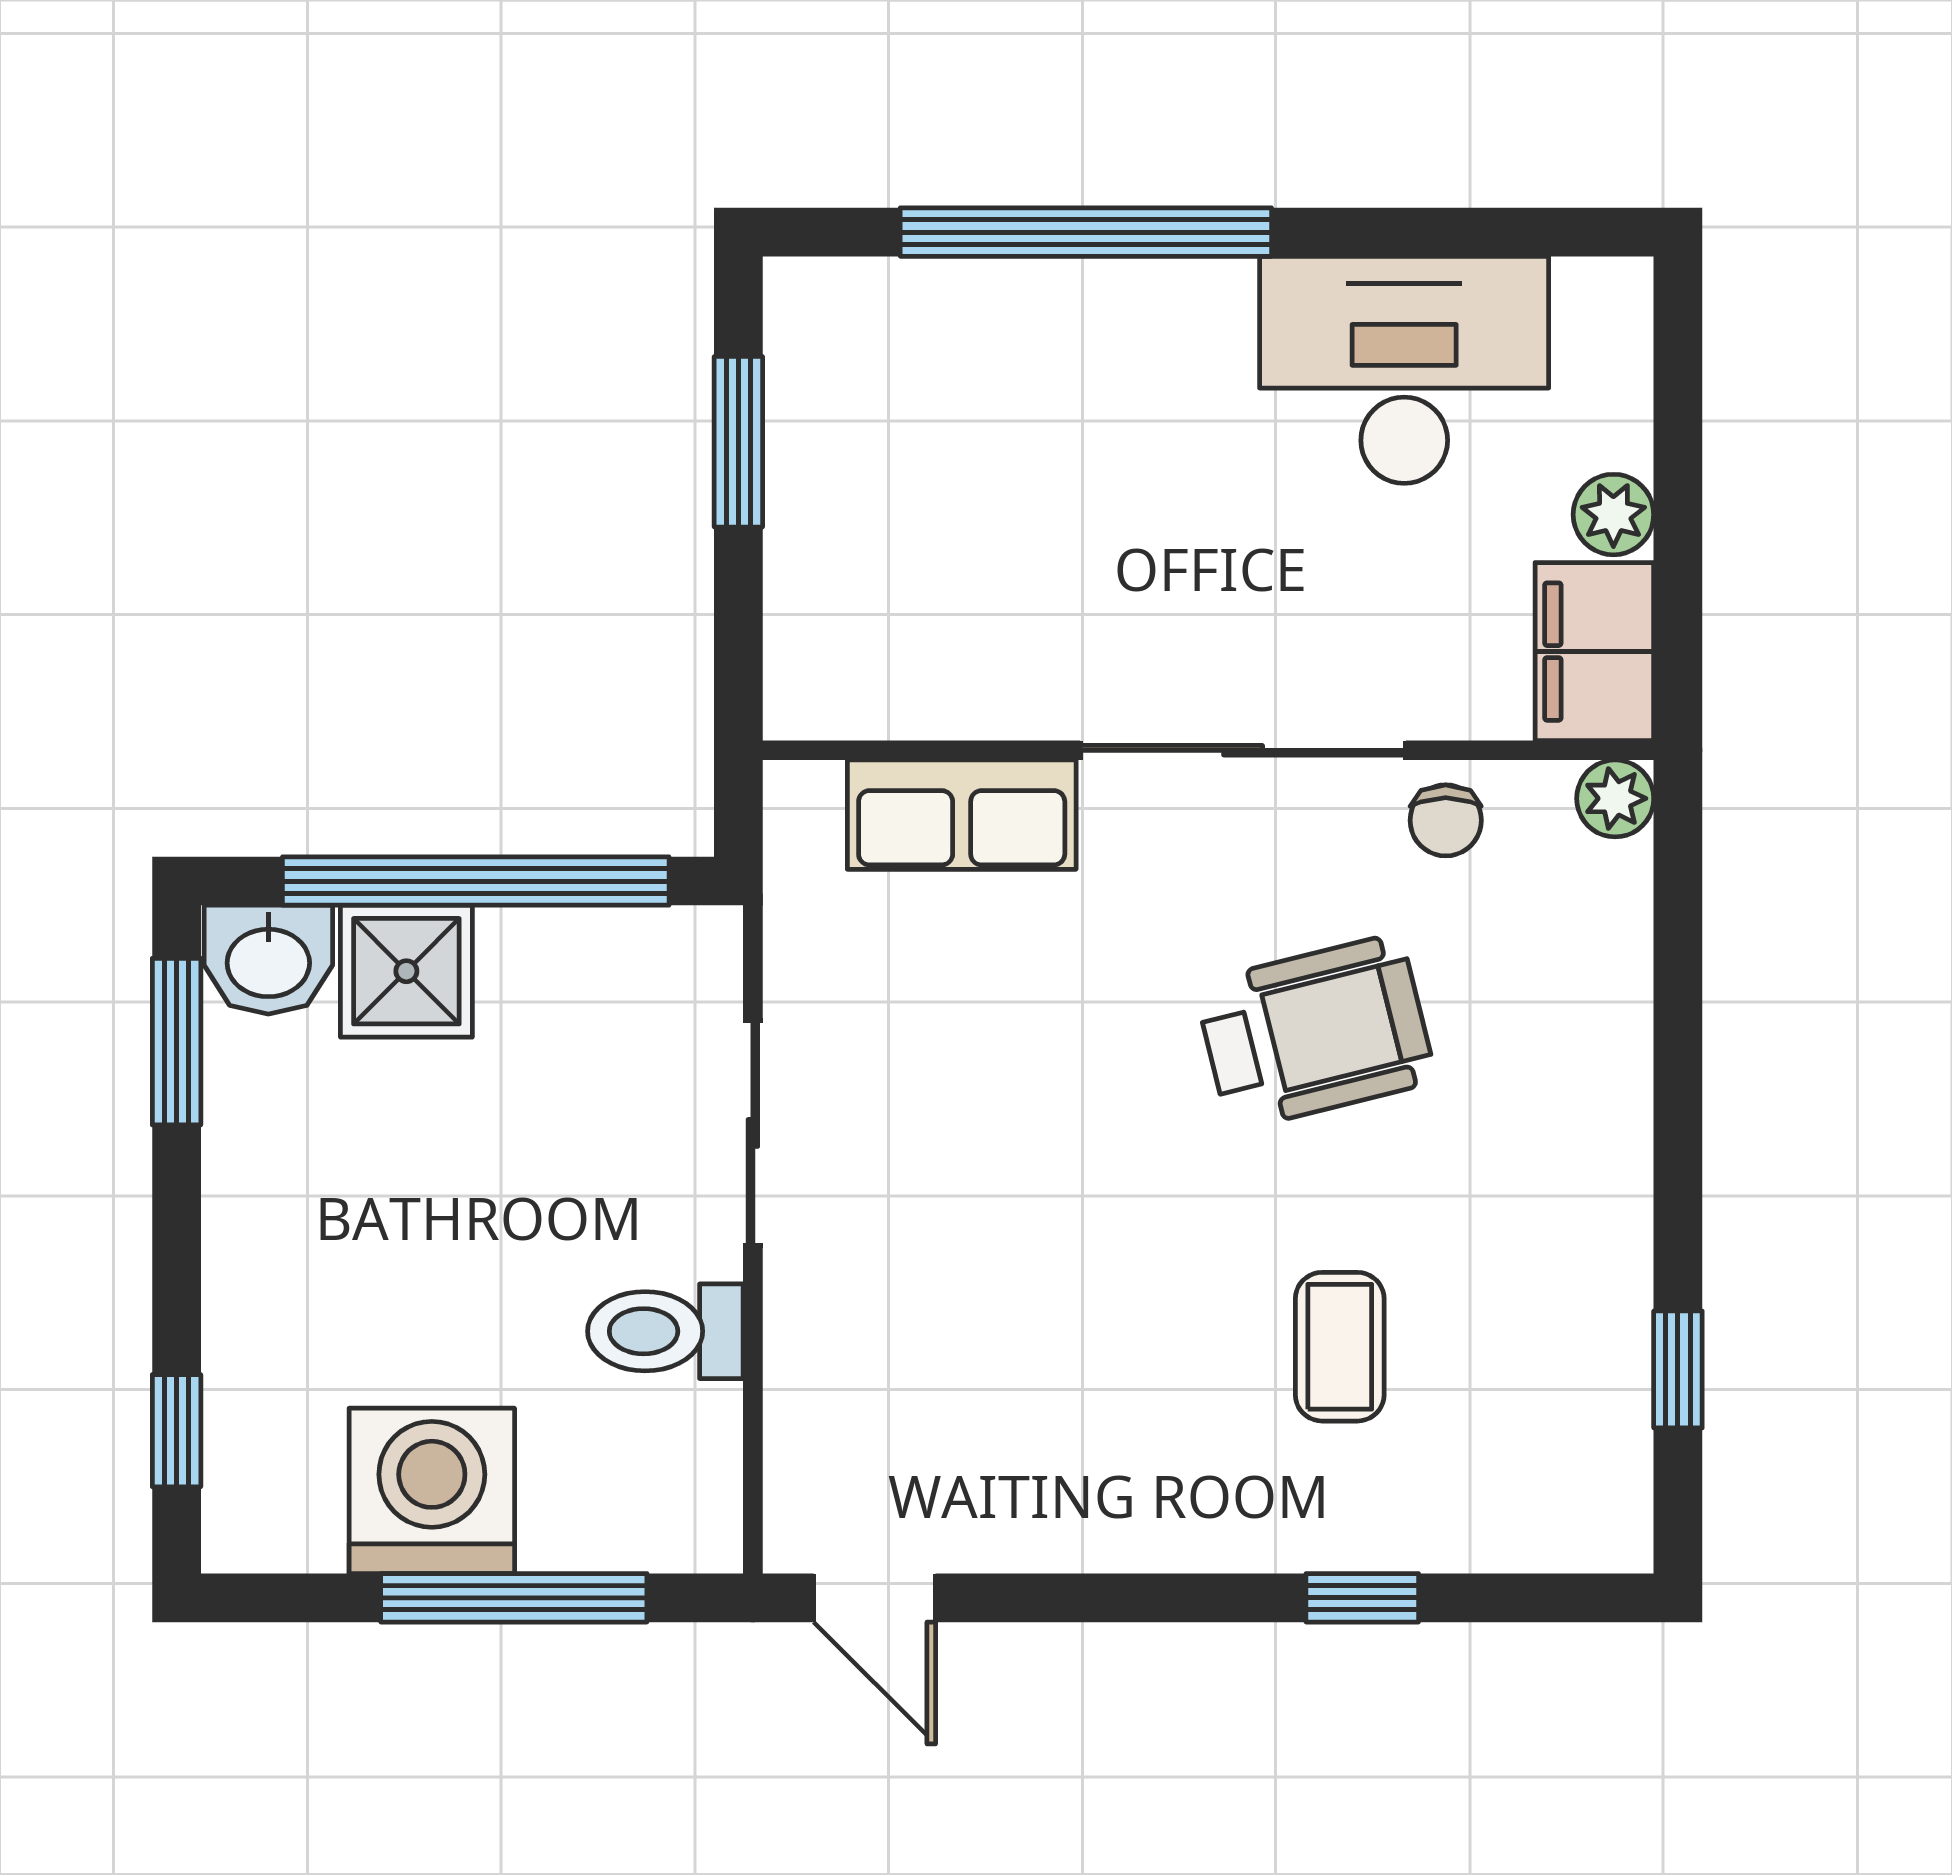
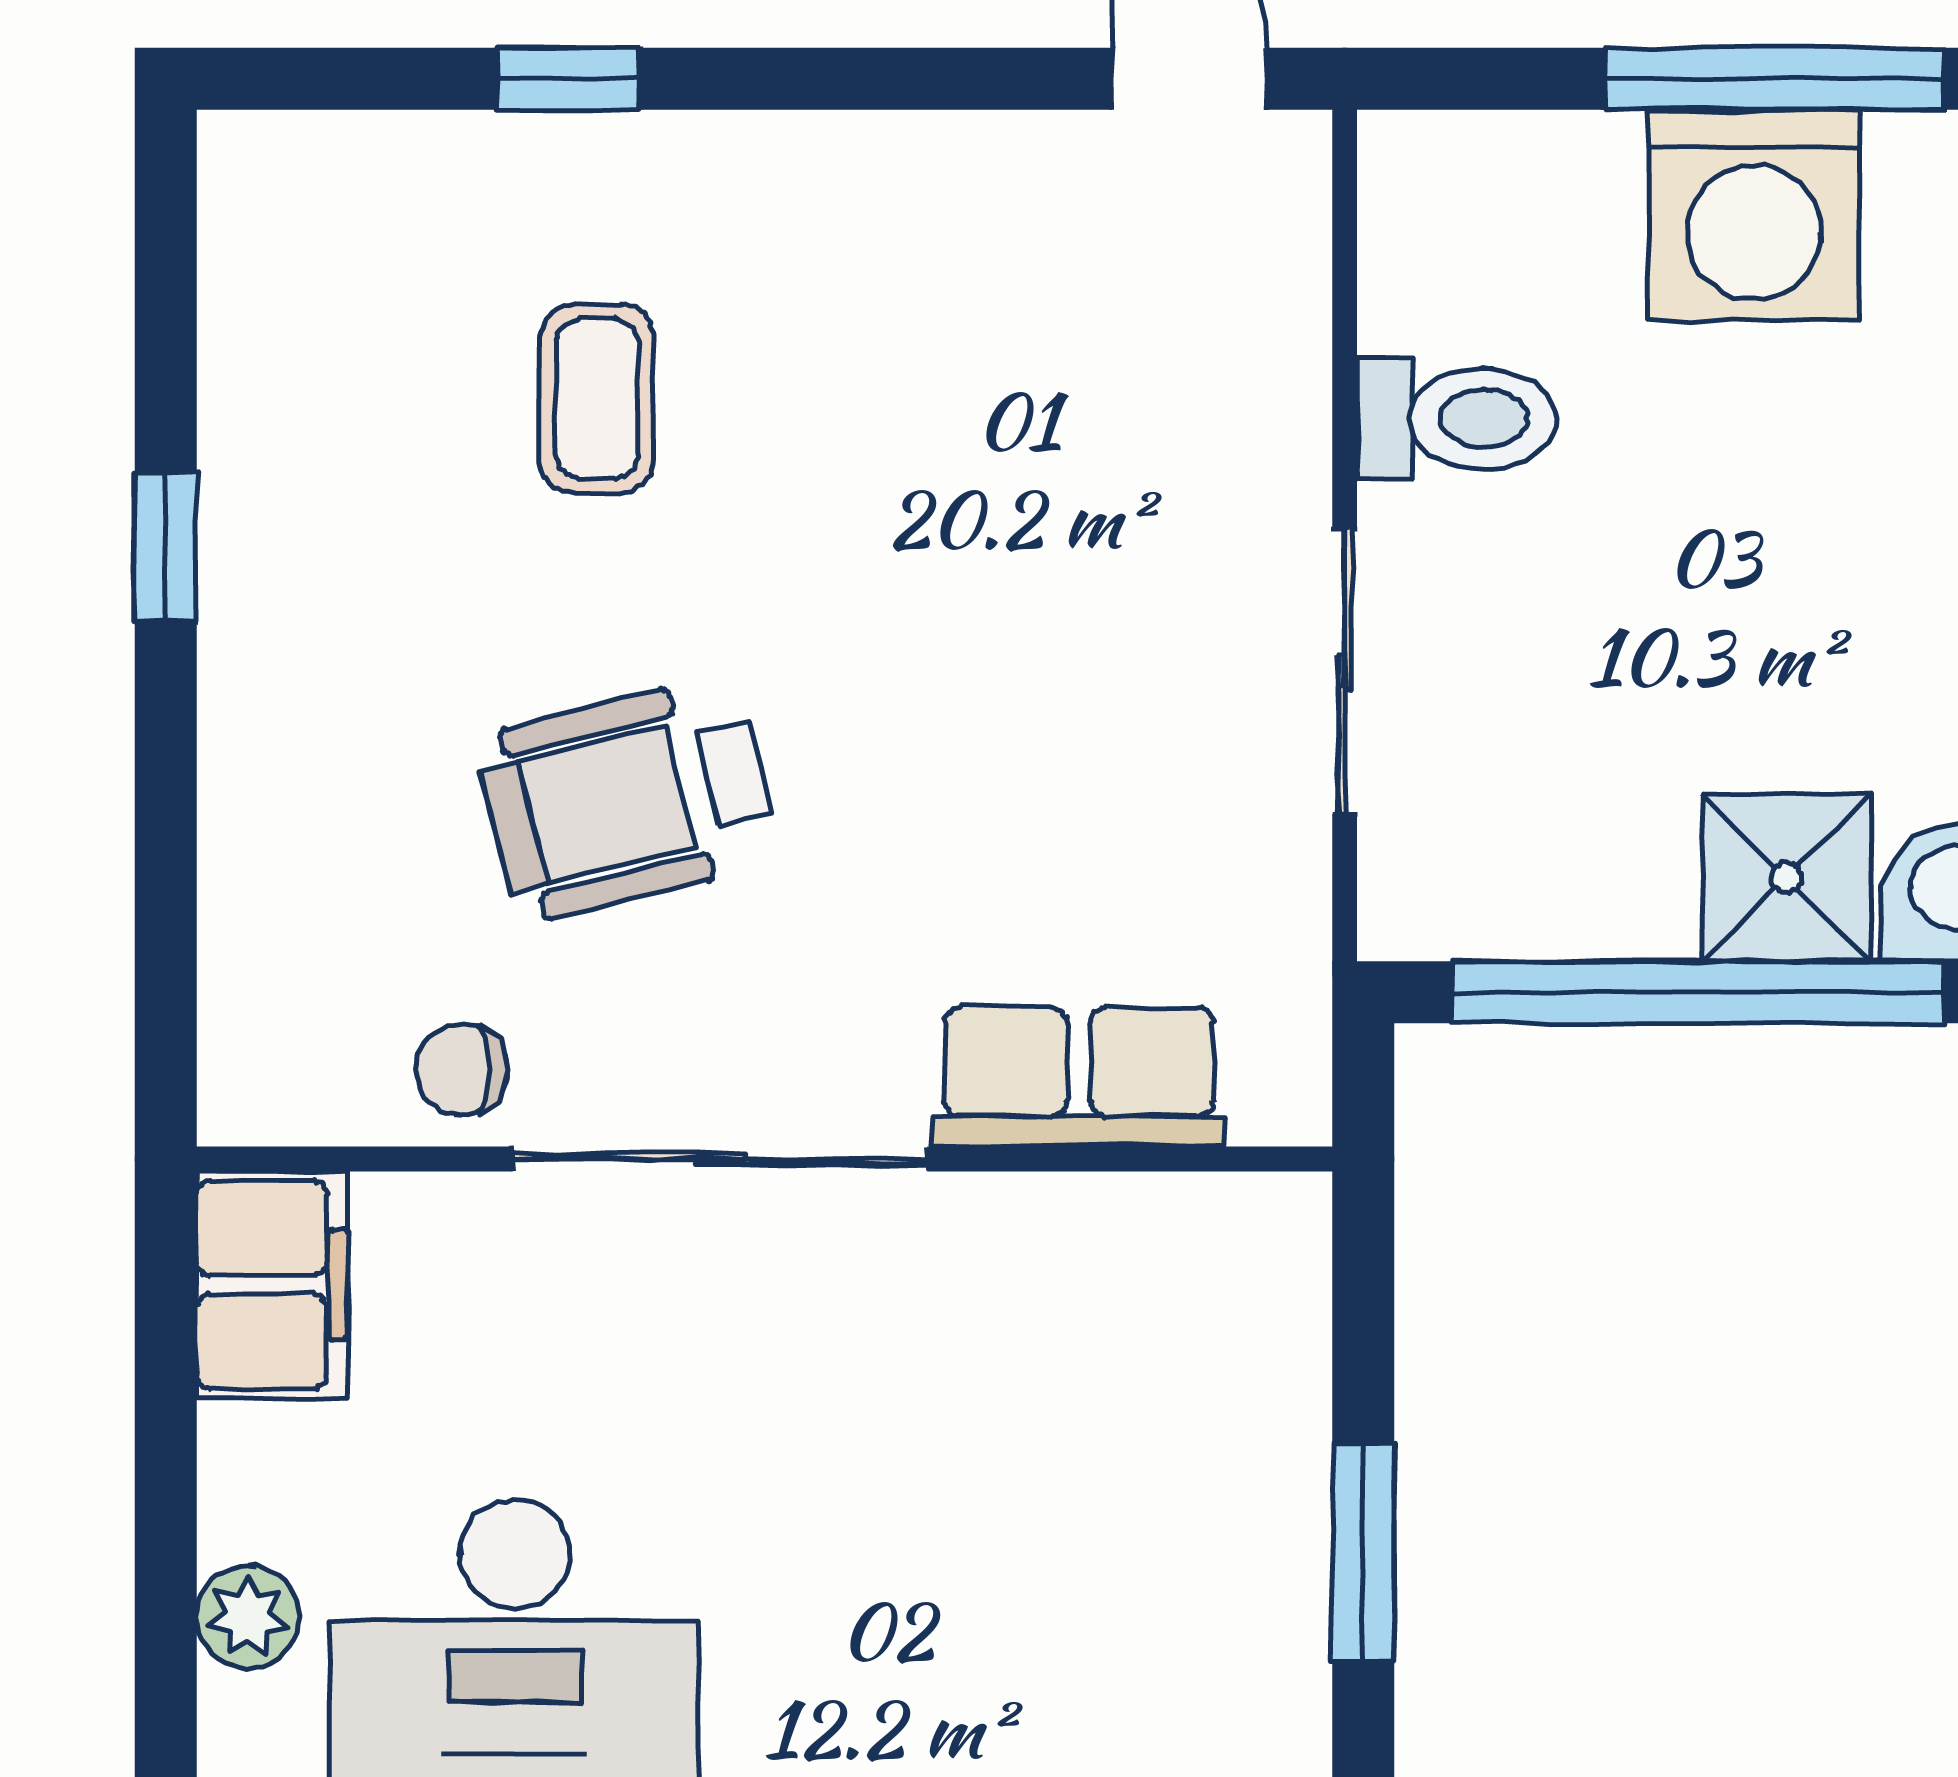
plant: (1613, 515) -> (248, 1617), moved
plant: (1615, 798) -> (246, 1098), removed
chair: (1446, 820) -> (462, 1070), turned -90
window: (1678, 1369) -> (166, 547), moved
window: (514, 1598) -> (1775, 79), moved

